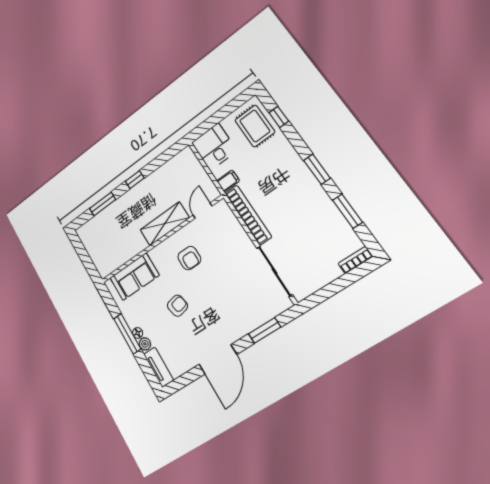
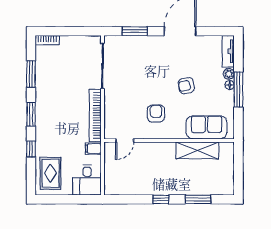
window: (279, 117) -> (31, 149), moved
shelving: (165, 224) -> (197, 150), moved

